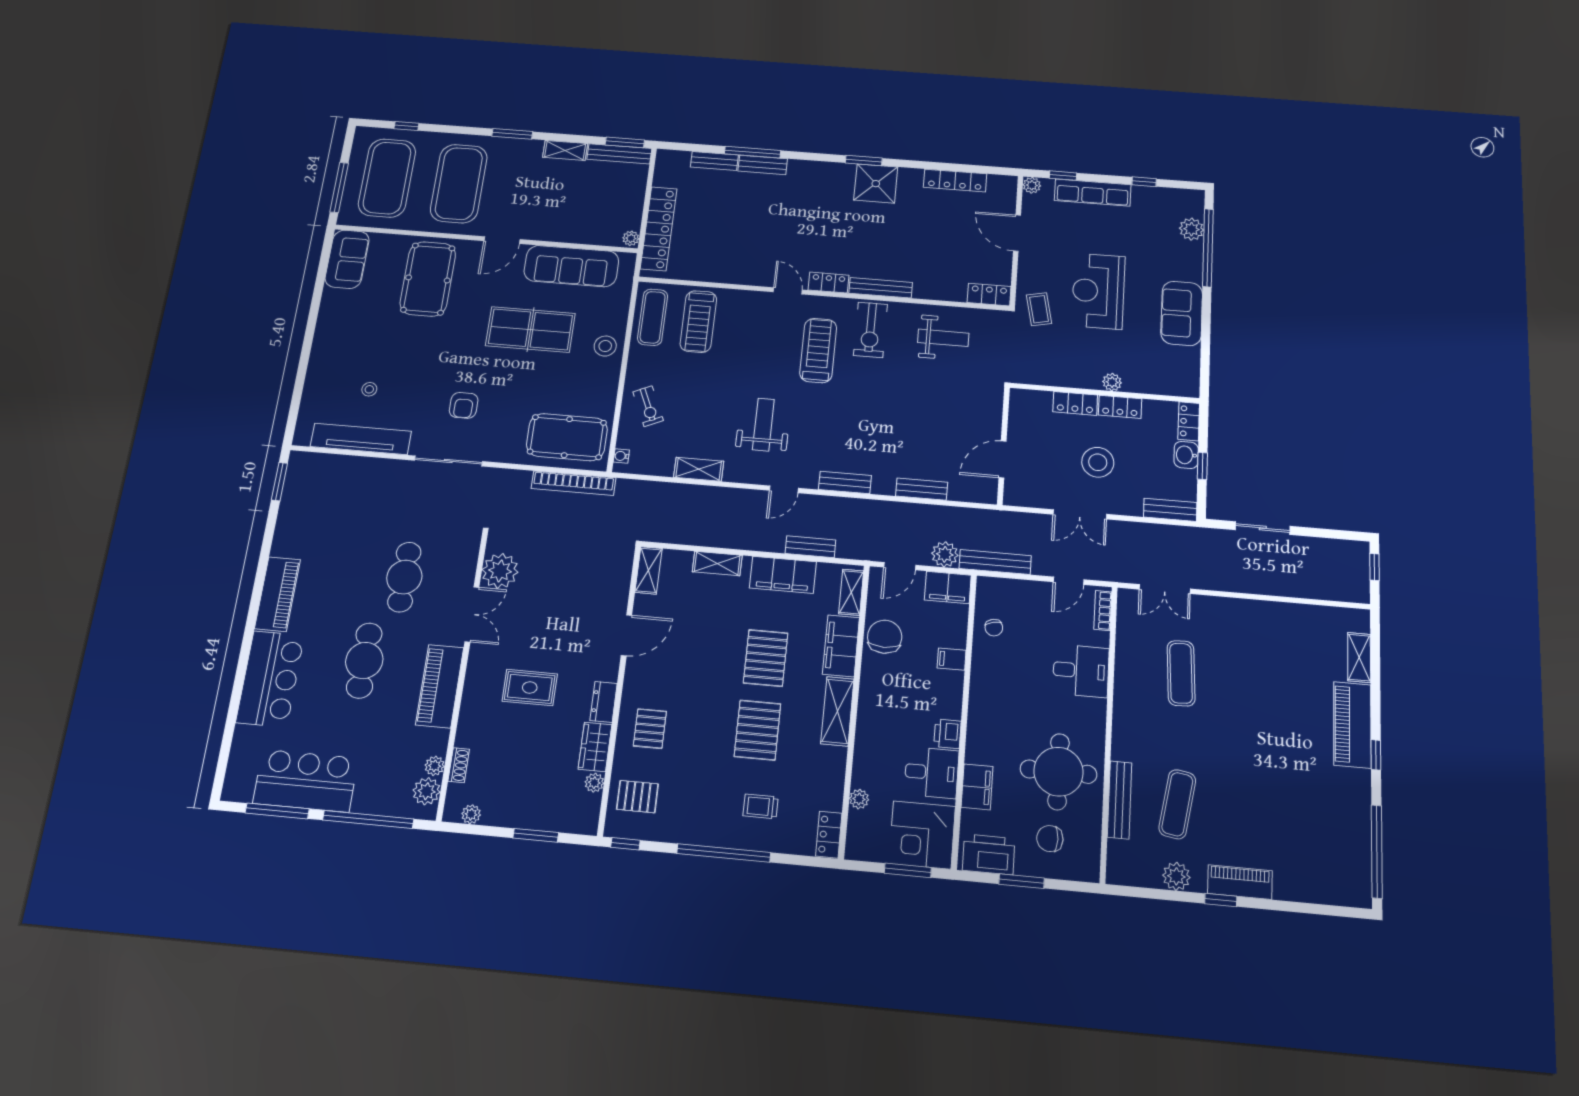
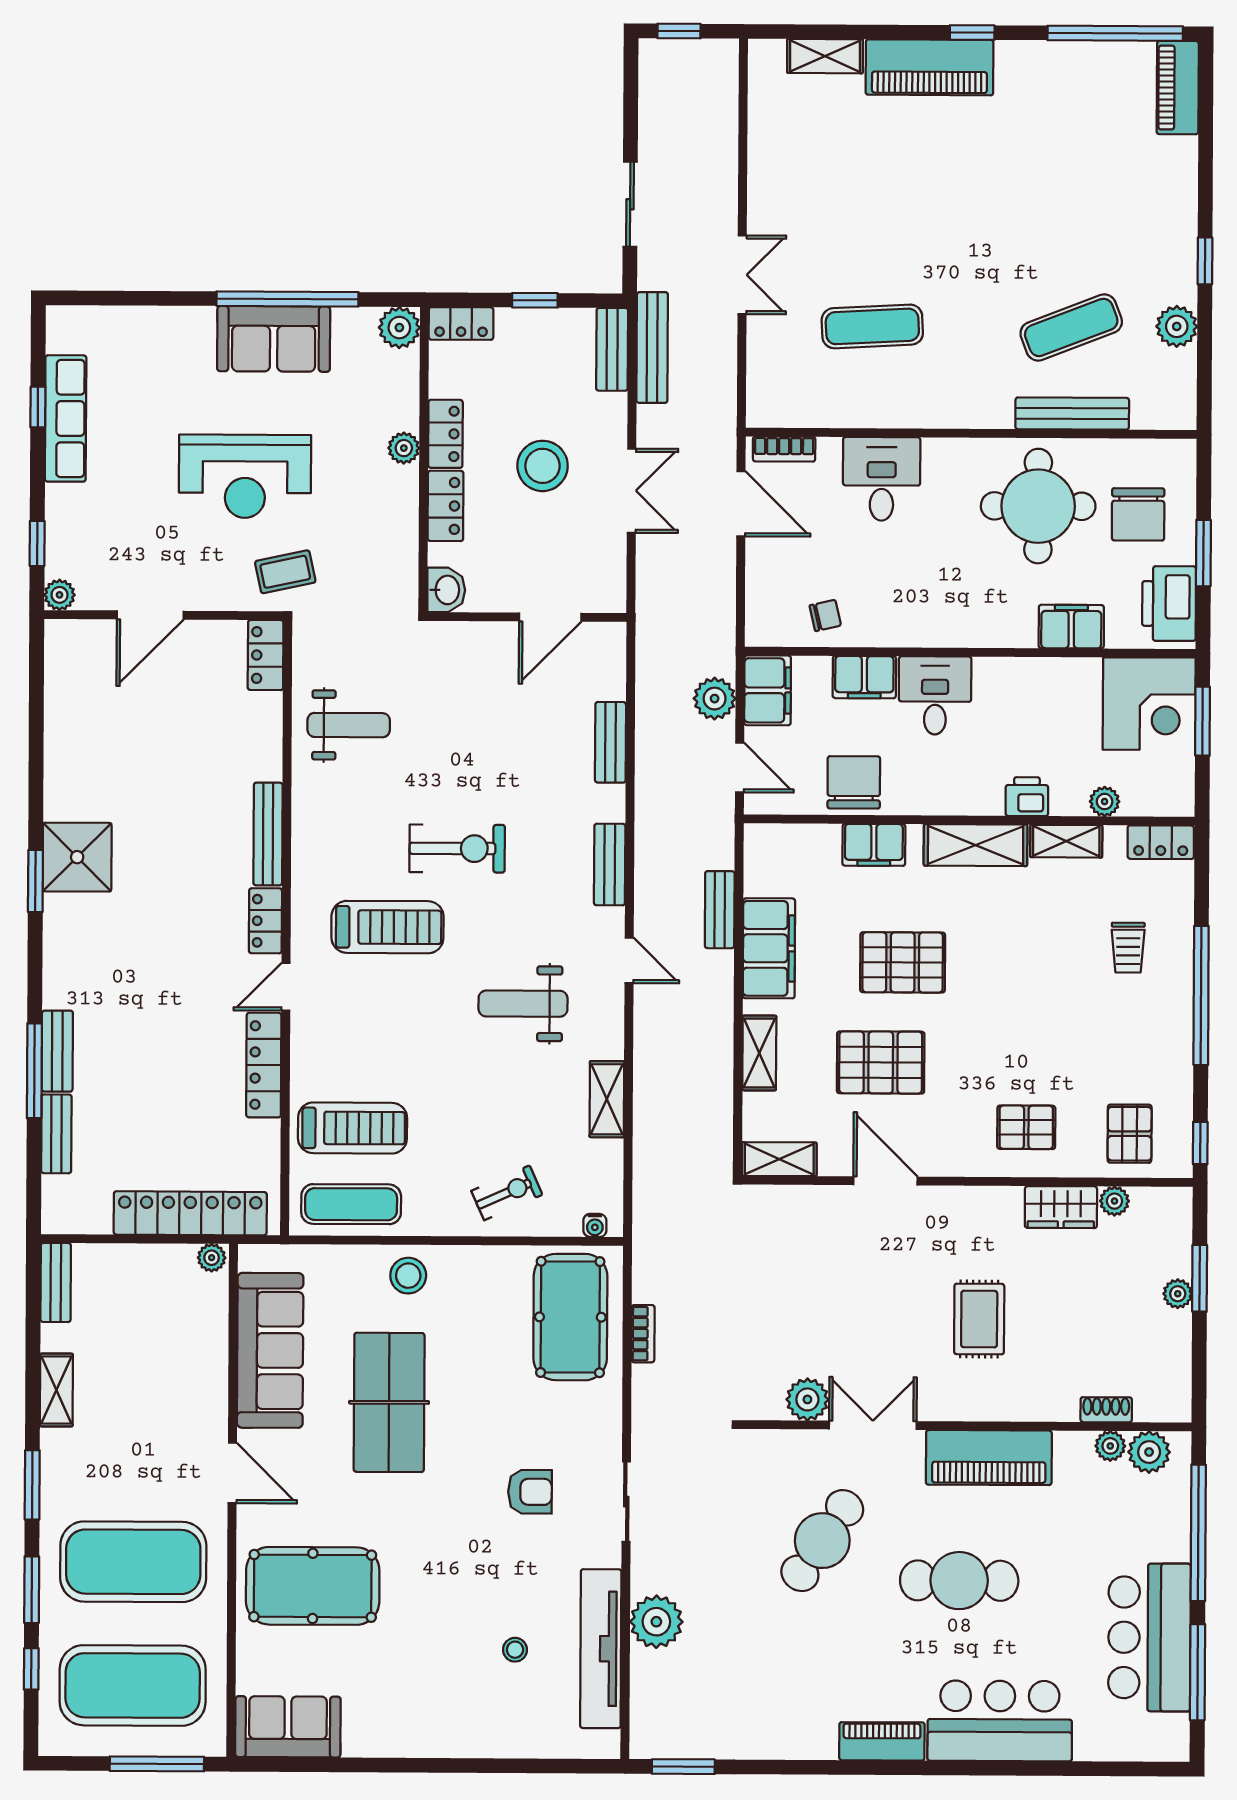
window: (625, 142) -> (32, 1590), moved
bench: (619, 154) -> (56, 1282), width x0.73
locker: (955, 181) -> (264, 1065), moved, turned 180
row of seats: (1093, 193) -> (66, 418), moved
plant: (1191, 229) -> (399, 328), moved
window: (1208, 248) -> (287, 299), moved
exercise bike: (870, 330) -> (457, 849), moved
weight bench: (943, 338) -> (349, 725), turned 90
treadmill: (818, 350) -> (387, 927), turned 180
washbasin: (1186, 455) -> (446, 590), moved, turned -90
door: (1003, 459) -> (550, 617), hinge flipped
sliding door: (448, 461) -> (626, 1502), width x0.73
plant: (371, 473) -> (656, 1622), added
bookcase: (573, 483) -> (643, 1334), width x0.43, depth x0.76
bench: (995, 562) -> (652, 348), moved
plant: (500, 571) -> (807, 1399), width x0.73, depth x0.73
cafe table: (404, 577) -> (822, 1541), turned -56
door: (1069, 581) -> (741, 504), width x1.38
double door: (1165, 589) -> (742, 275), moved
shelving: (851, 592) -> (1066, 841), moved
piano: (277, 594) -> (882, 1741), width x0.73, depth x0.75
chair: (885, 637) -> (854, 782), turned 90
filing cabinet: (841, 646) -> (874, 845), width x0.67, depth x0.86
filing cabinet: (952, 659) -> (864, 677), width x2.00
dresser: (604, 702) -> (992, 1203), removed
pallet: (757, 730) -> (881, 1062), moved
printer: (947, 734) -> (1027, 797), moved, turned 180
desk: (932, 773) -> (935, 695), moved
exercise mat: (1177, 804) -> (1071, 327), turned -30
plant: (471, 814) -> (1178, 1294), moved
chair: (1050, 839) -> (1138, 514), width x1.37, depth x1.37
piano: (1240, 882) -> (1178, 88), moved

